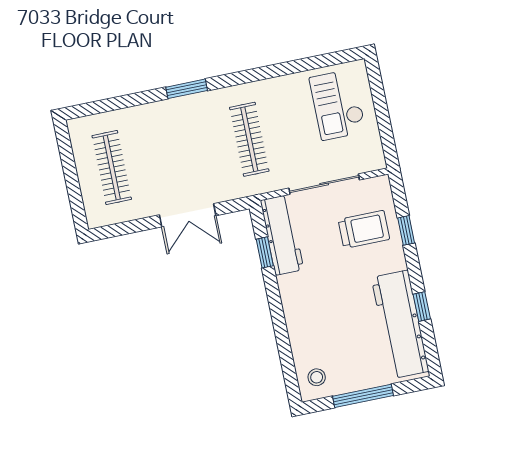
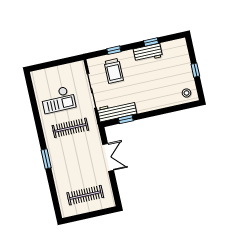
checkout: (338, 105) -> (58, 100), moved
trolley: (364, 229) -> (114, 71), turned 180
workbench: (400, 324) -> (148, 53), width x0.53, depth x0.76
window: (363, 396) -> (195, 70), width x0.46

